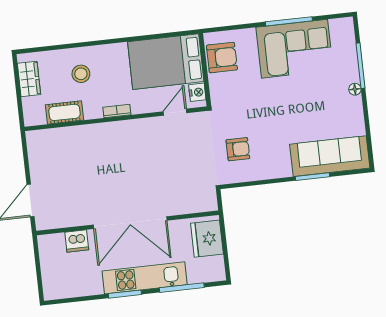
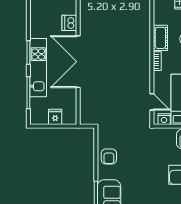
cot: (65, 112) -> (160, 38), moved
armchair: (238, 149) -> (109, 156), moved
fridge: (207, 239) -> (55, 117), width x0.53, depth x0.75

